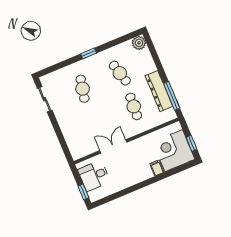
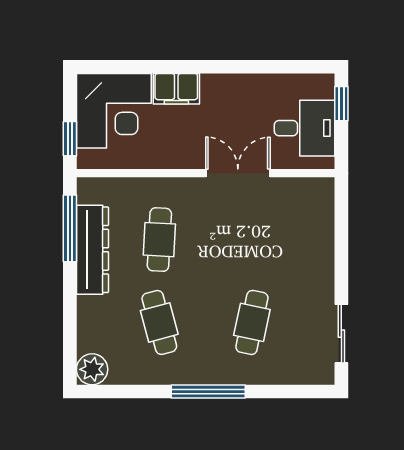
window: (89, 54) -> (208, 391), width x2.17
window: (191, 143) -> (70, 139), moved
double door: (113, 146) -> (238, 173), swing flipped
filing cabinet: (157, 168) -> (176, 89), width x2.00

